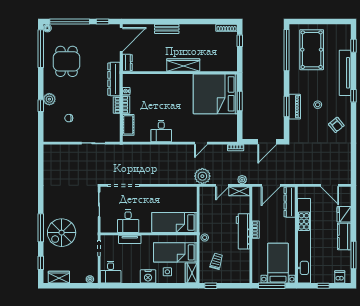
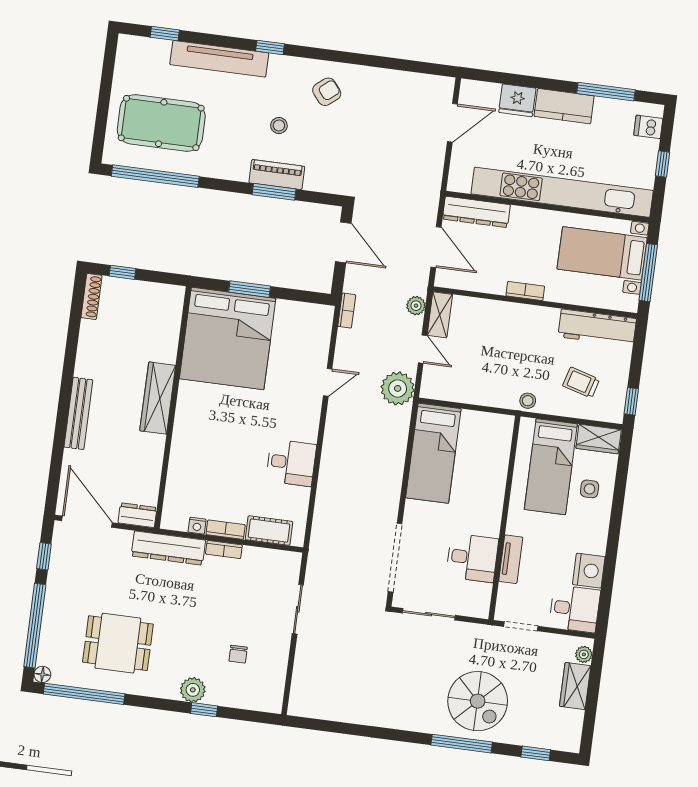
bench: (167, 29) -> (78, 413), width x1.36
door: (201, 143) -> (328, 382), hinge flipped
bed: (174, 222) -> (433, 453), moved
workbench: (243, 231) -> (597, 328), moved
nightstand: (148, 276) -> (589, 571), moved
wardrobe: (59, 277) -> (575, 686), moved

